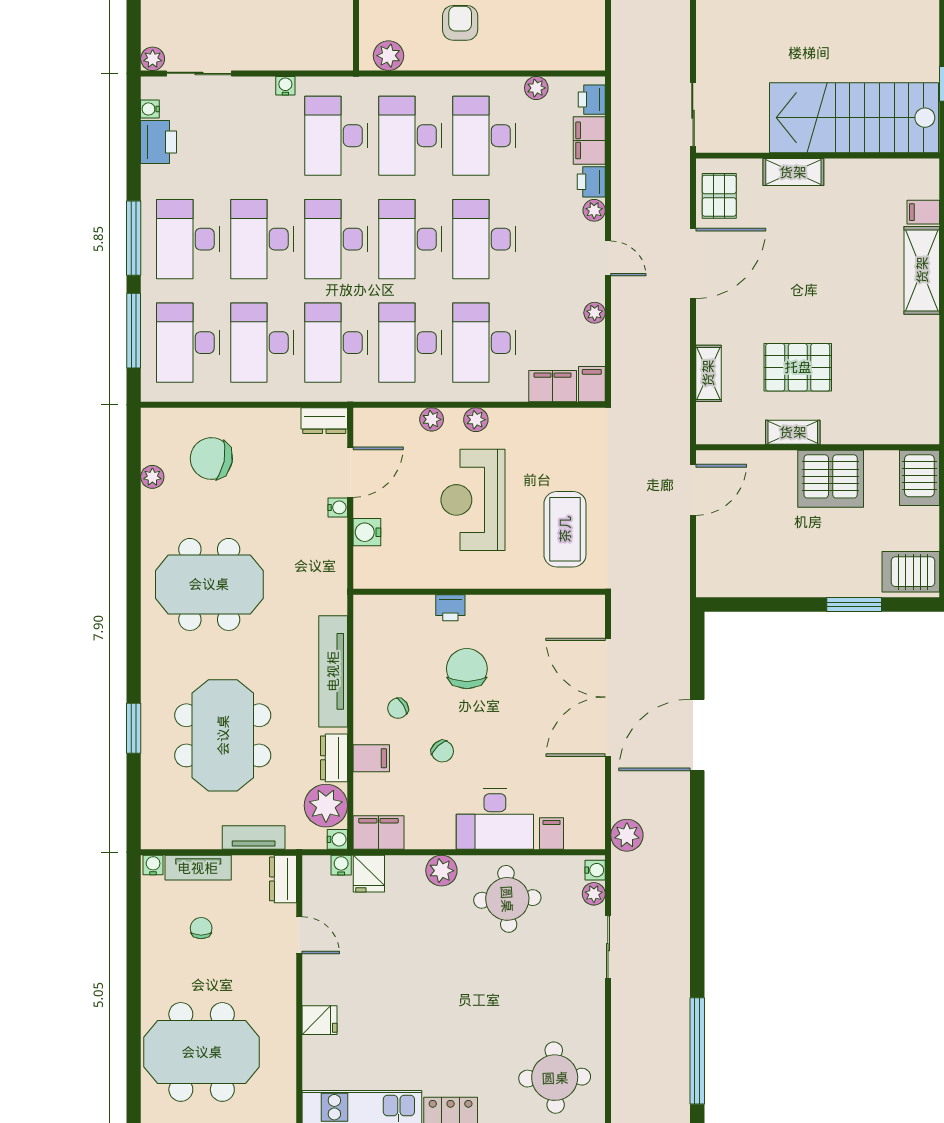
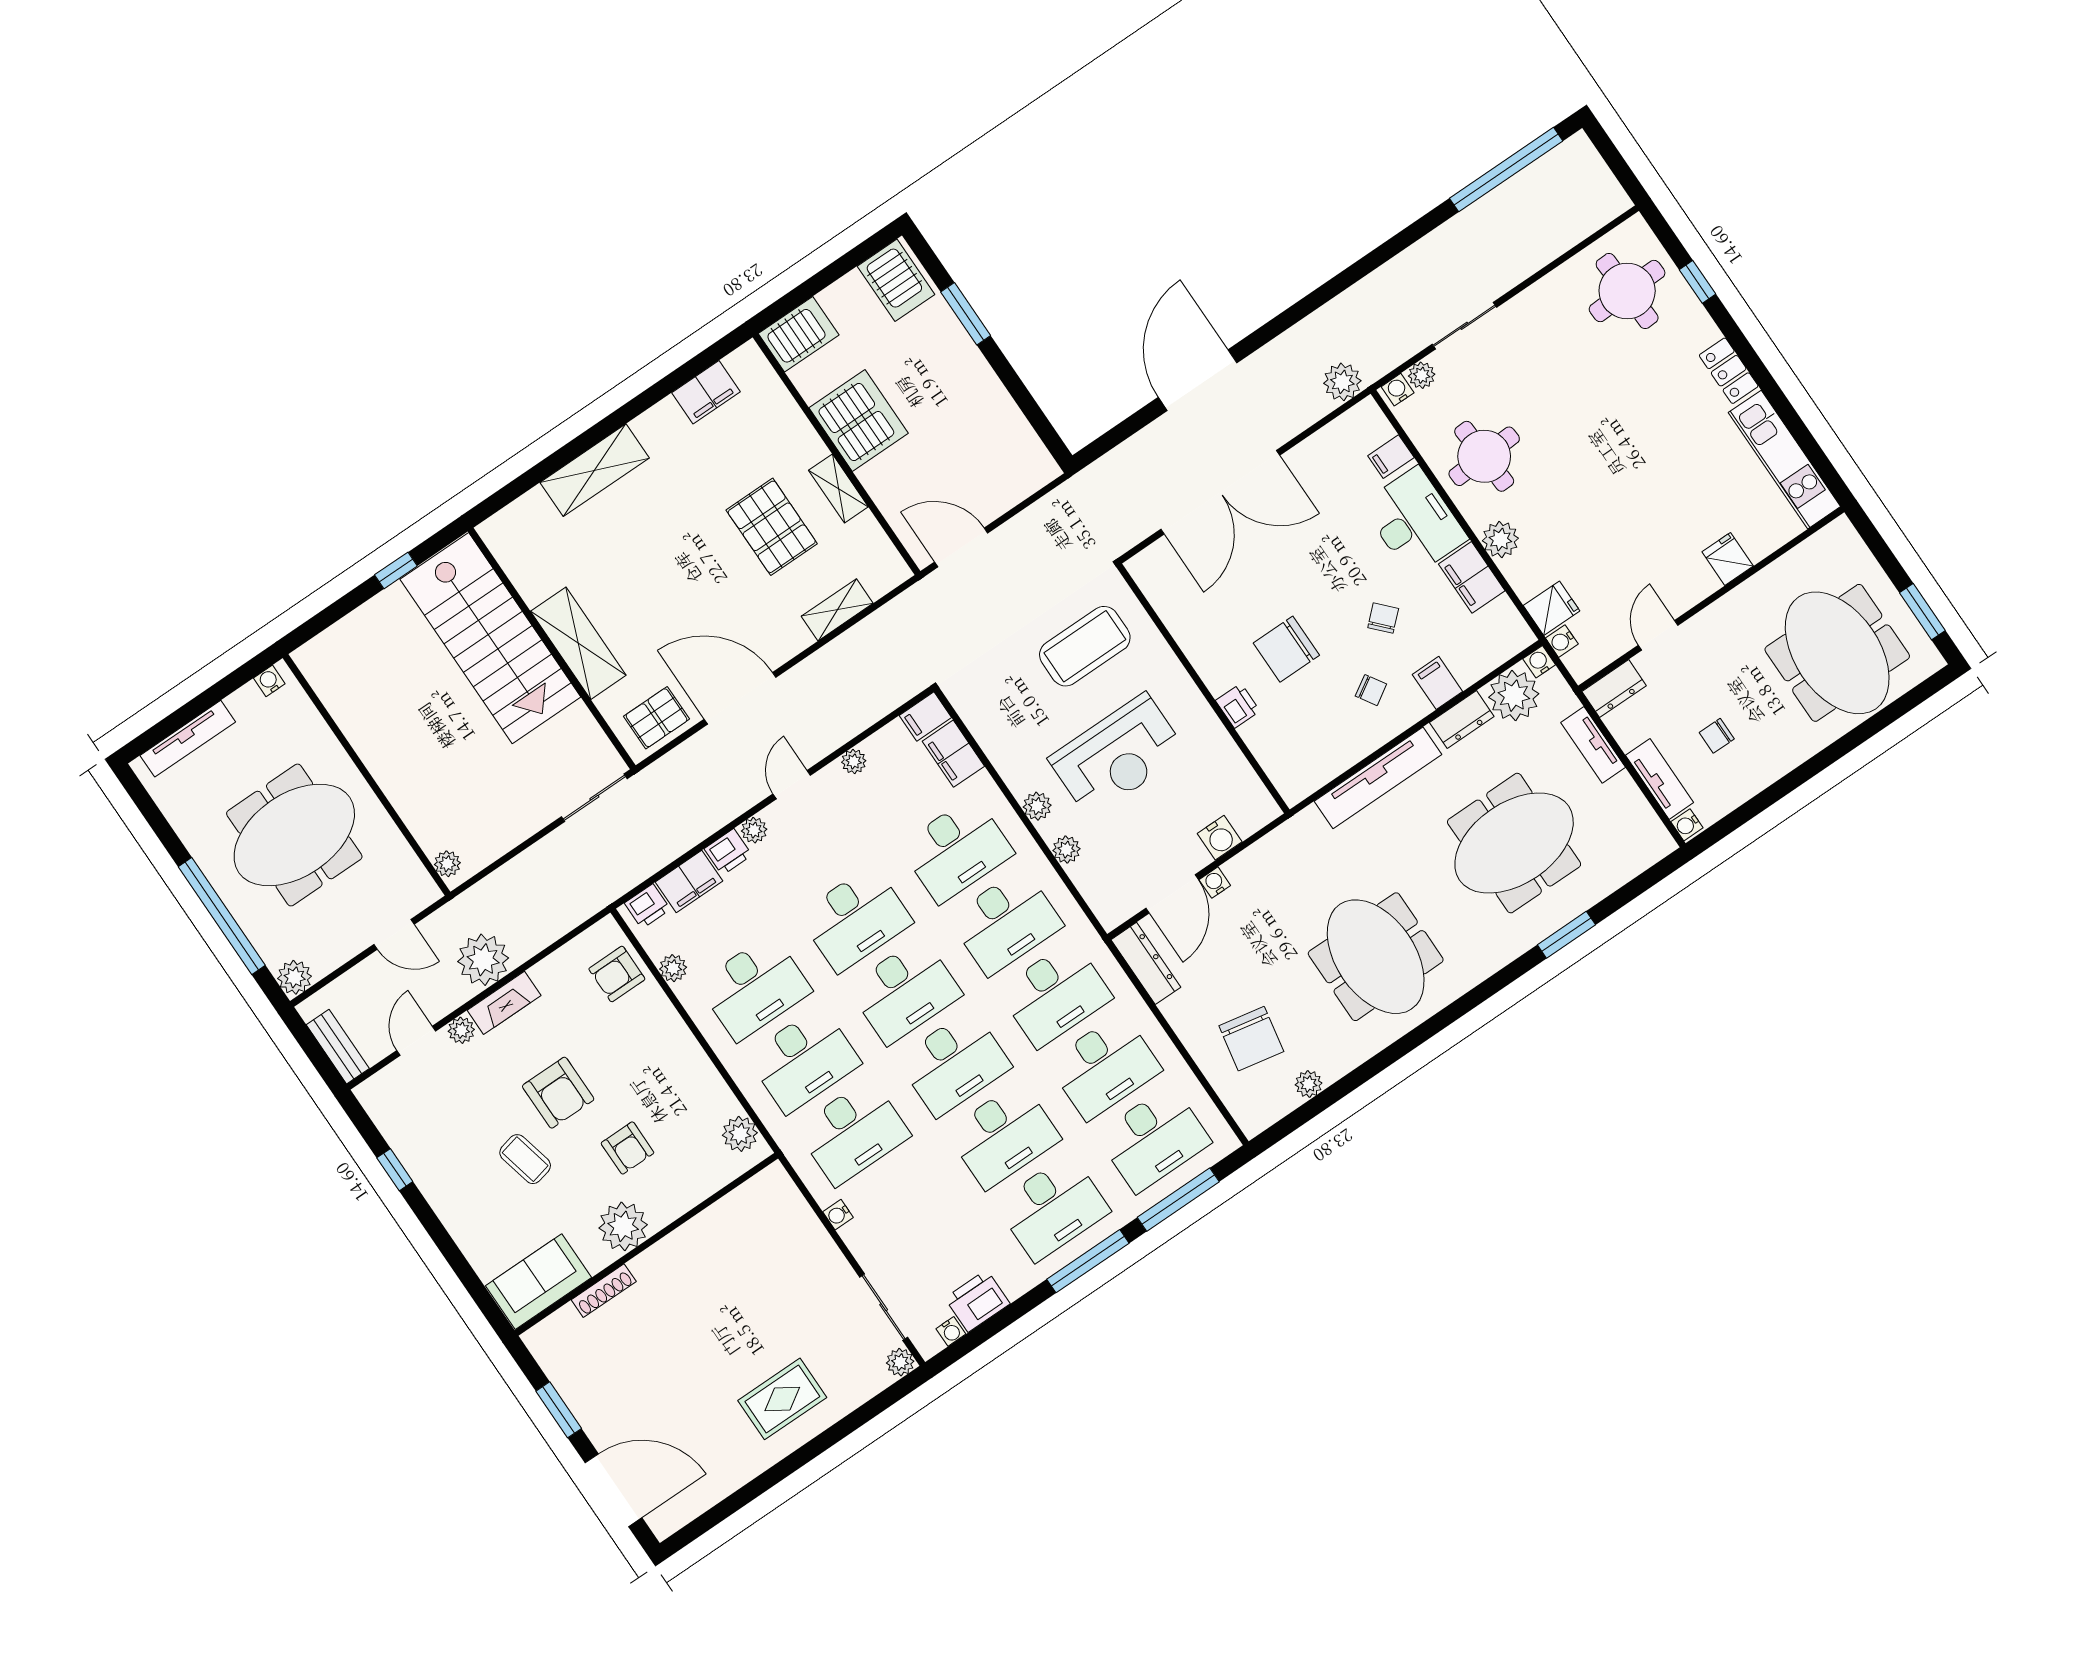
armchair: (460, 23) -> (617, 974), moved
shelving: (793, 172) -> (578, 643), width x1.50, depth x1.33
filing cabinet: (923, 212) -> (706, 392), moved, width x2.00
dresser: (324, 421) -> (1146, 963), width x1.44
door: (350, 472) -> (1172, 894), swing flipped
door: (697, 735) -> (1198, 380), swing flipped
filing cabinet: (378, 832) -> (1472, 577), moved

